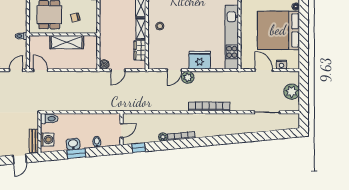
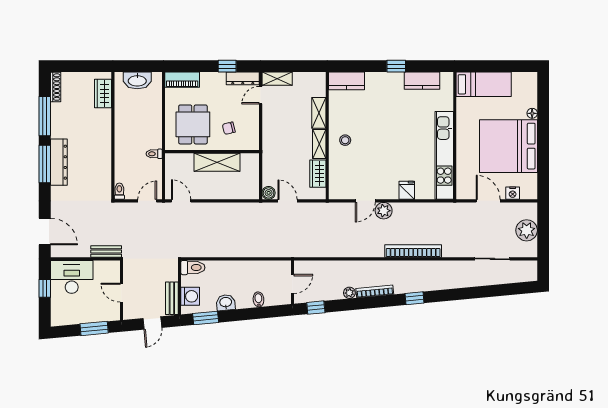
fridge: (200, 60) -> (407, 190), width x0.53, depth x0.75
door: (118, 70) -> (288, 201), swing flipped
window: (210, 141) -> (414, 298), added
window: (76, 154) -> (206, 318), moved

